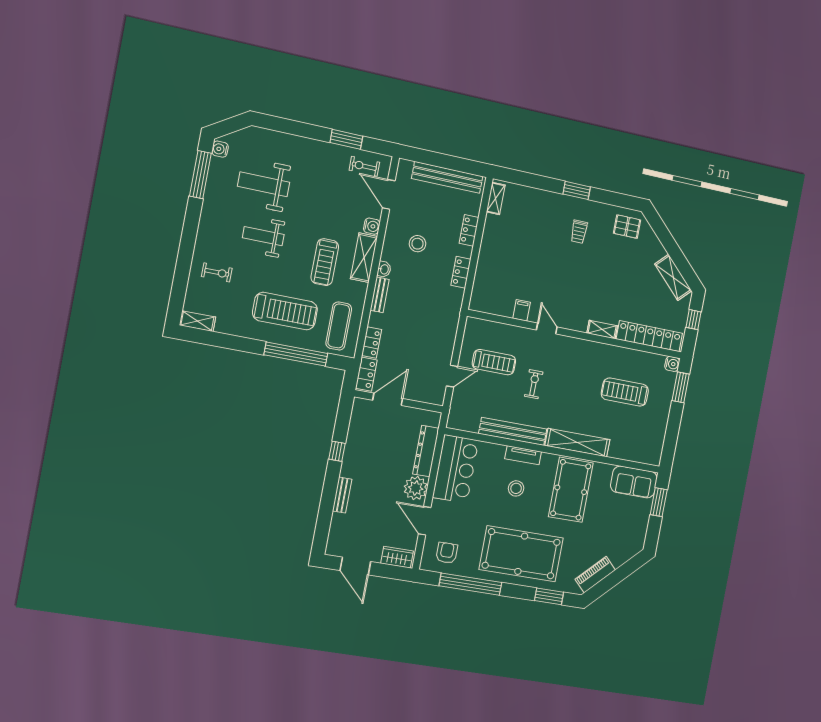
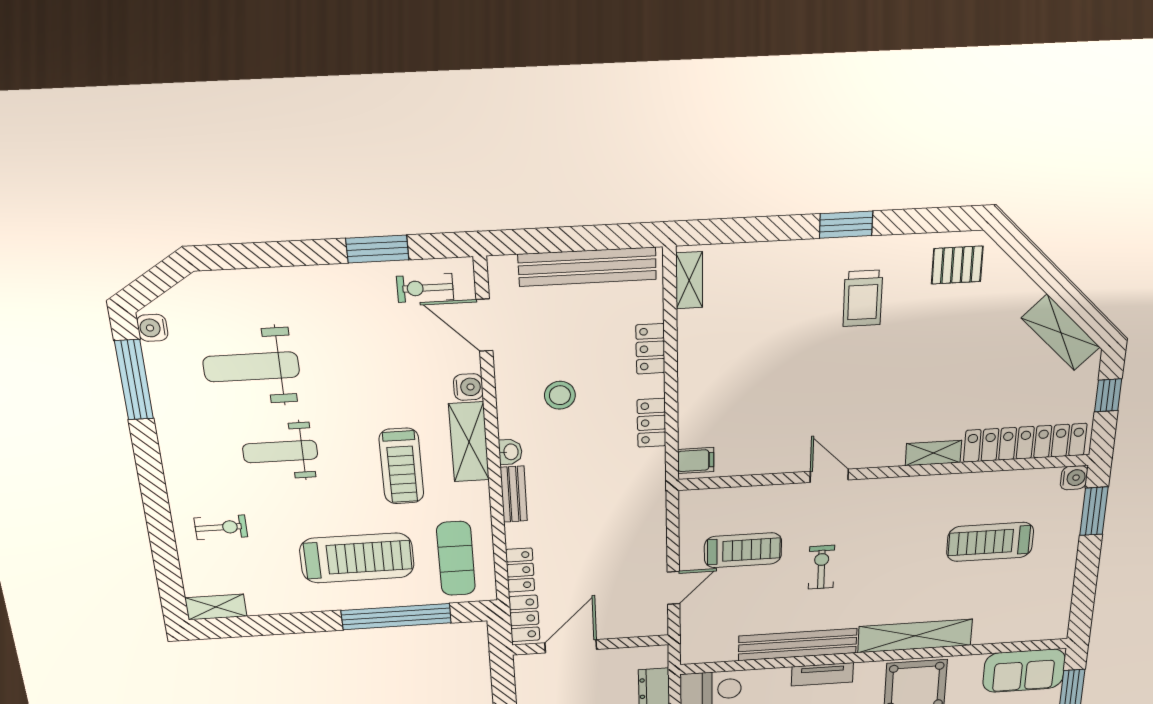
trolley: (579, 232) -> (863, 298), width x1.36, depth x1.39
filing cabinet: (522, 310) -> (696, 461), moved, turned 90

